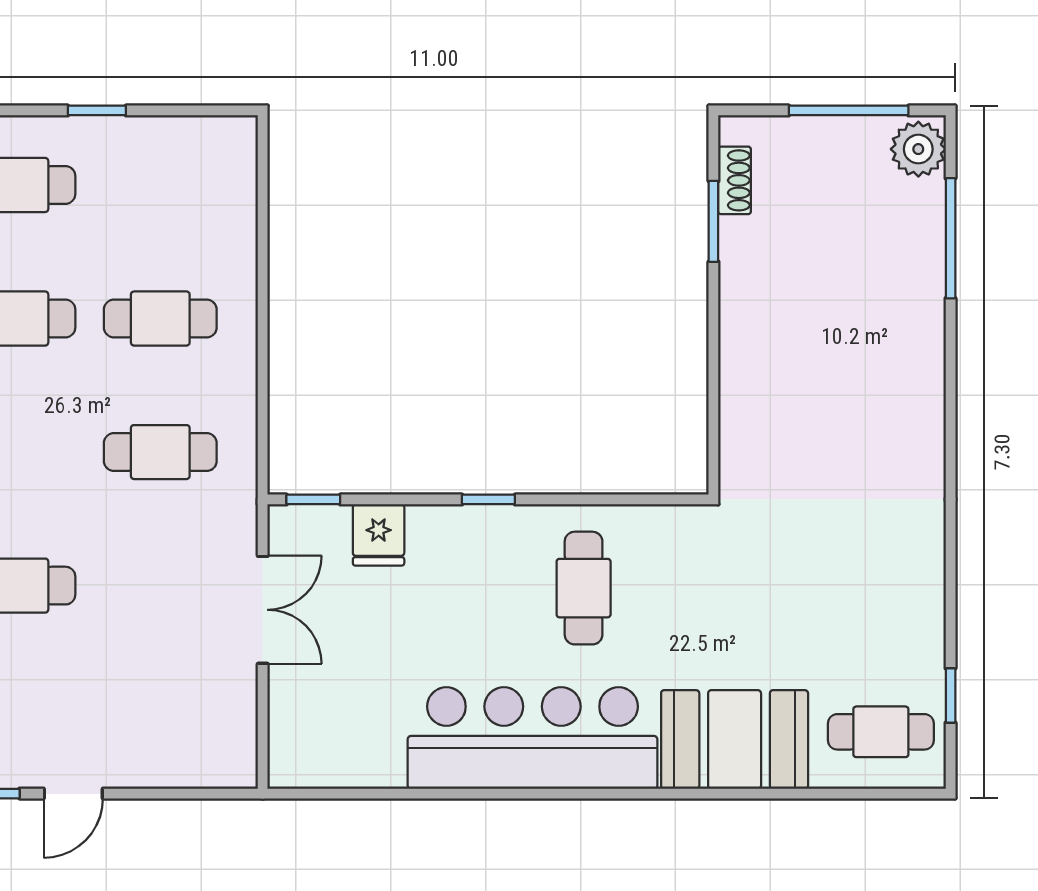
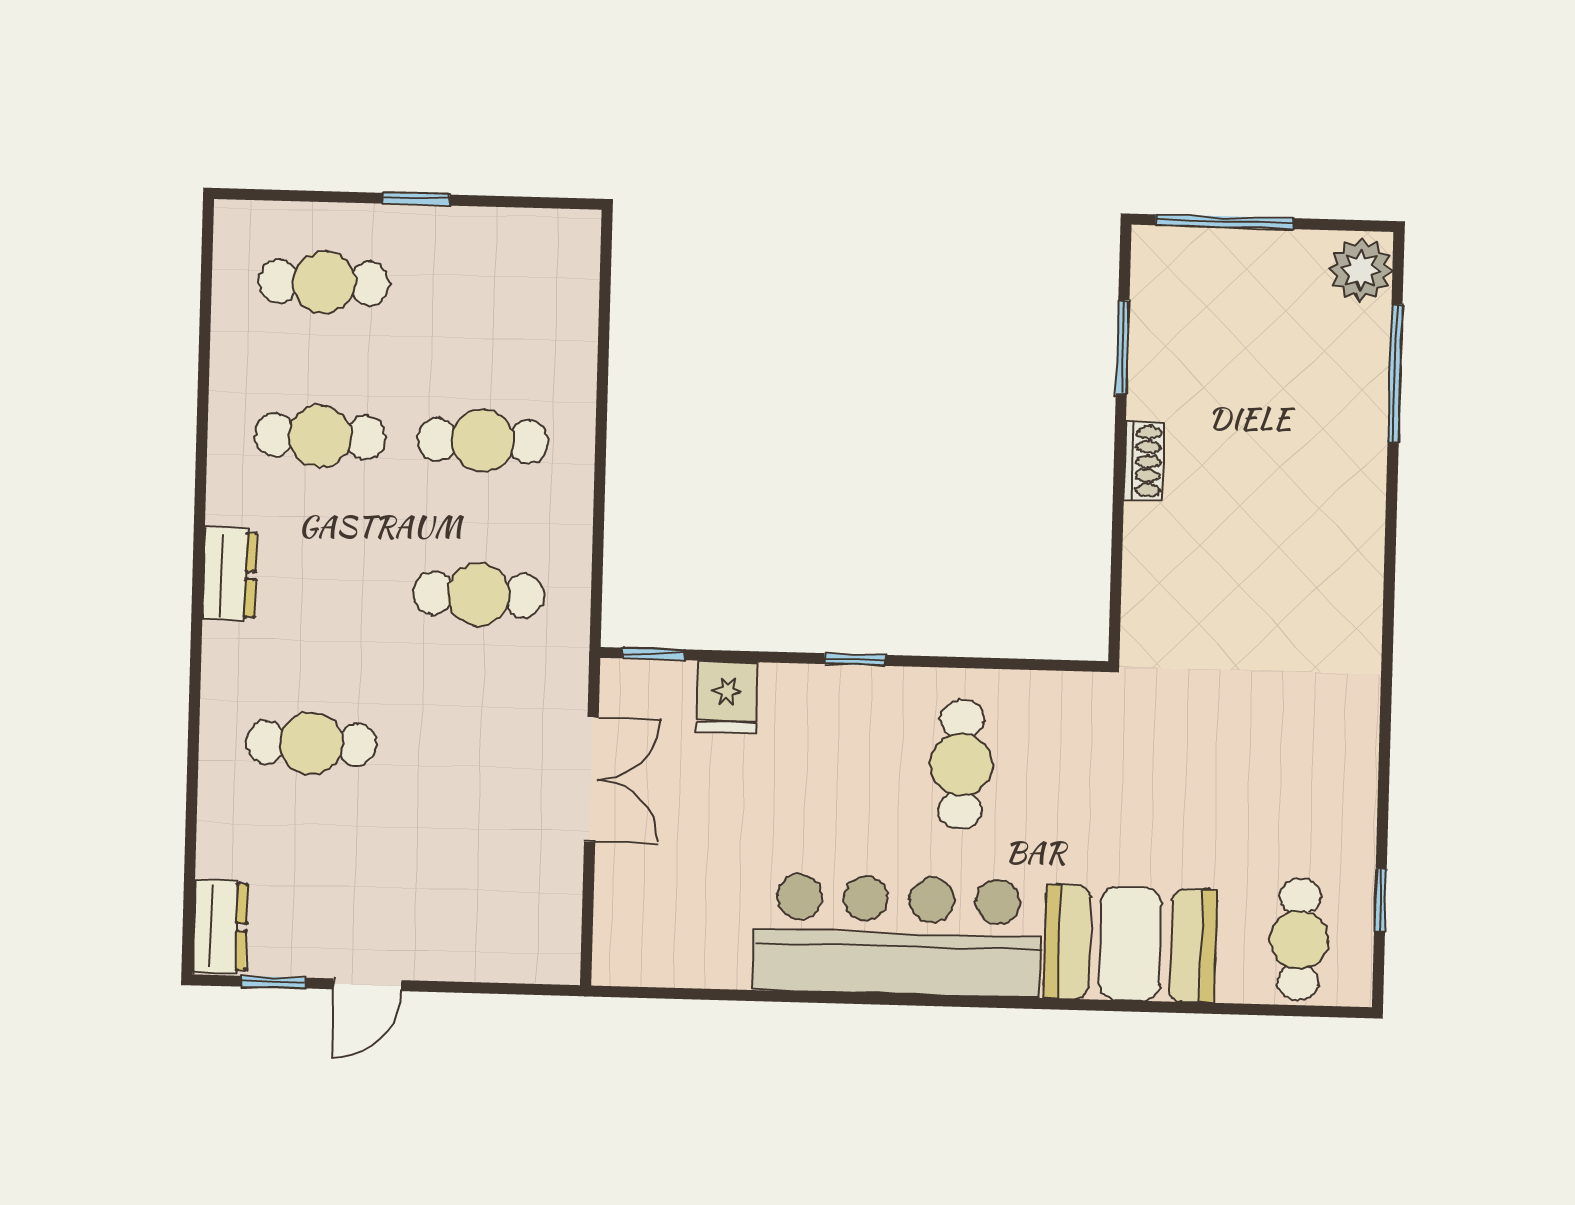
window: (849, 110) -> (1225, 222), moved
shoe rack: (735, 180) -> (1144, 461), moved
cafe table: (881, 732) -> (1299, 940), turned 90

